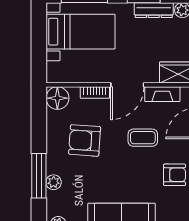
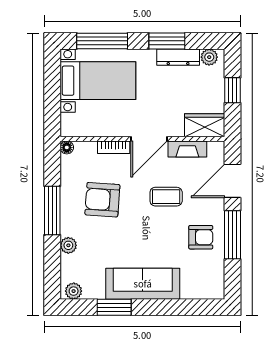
floor lamp: (57, 98) -> (67, 147), width x0.53, depth x0.53
window: (39, 176) -> (52, 211), moved

